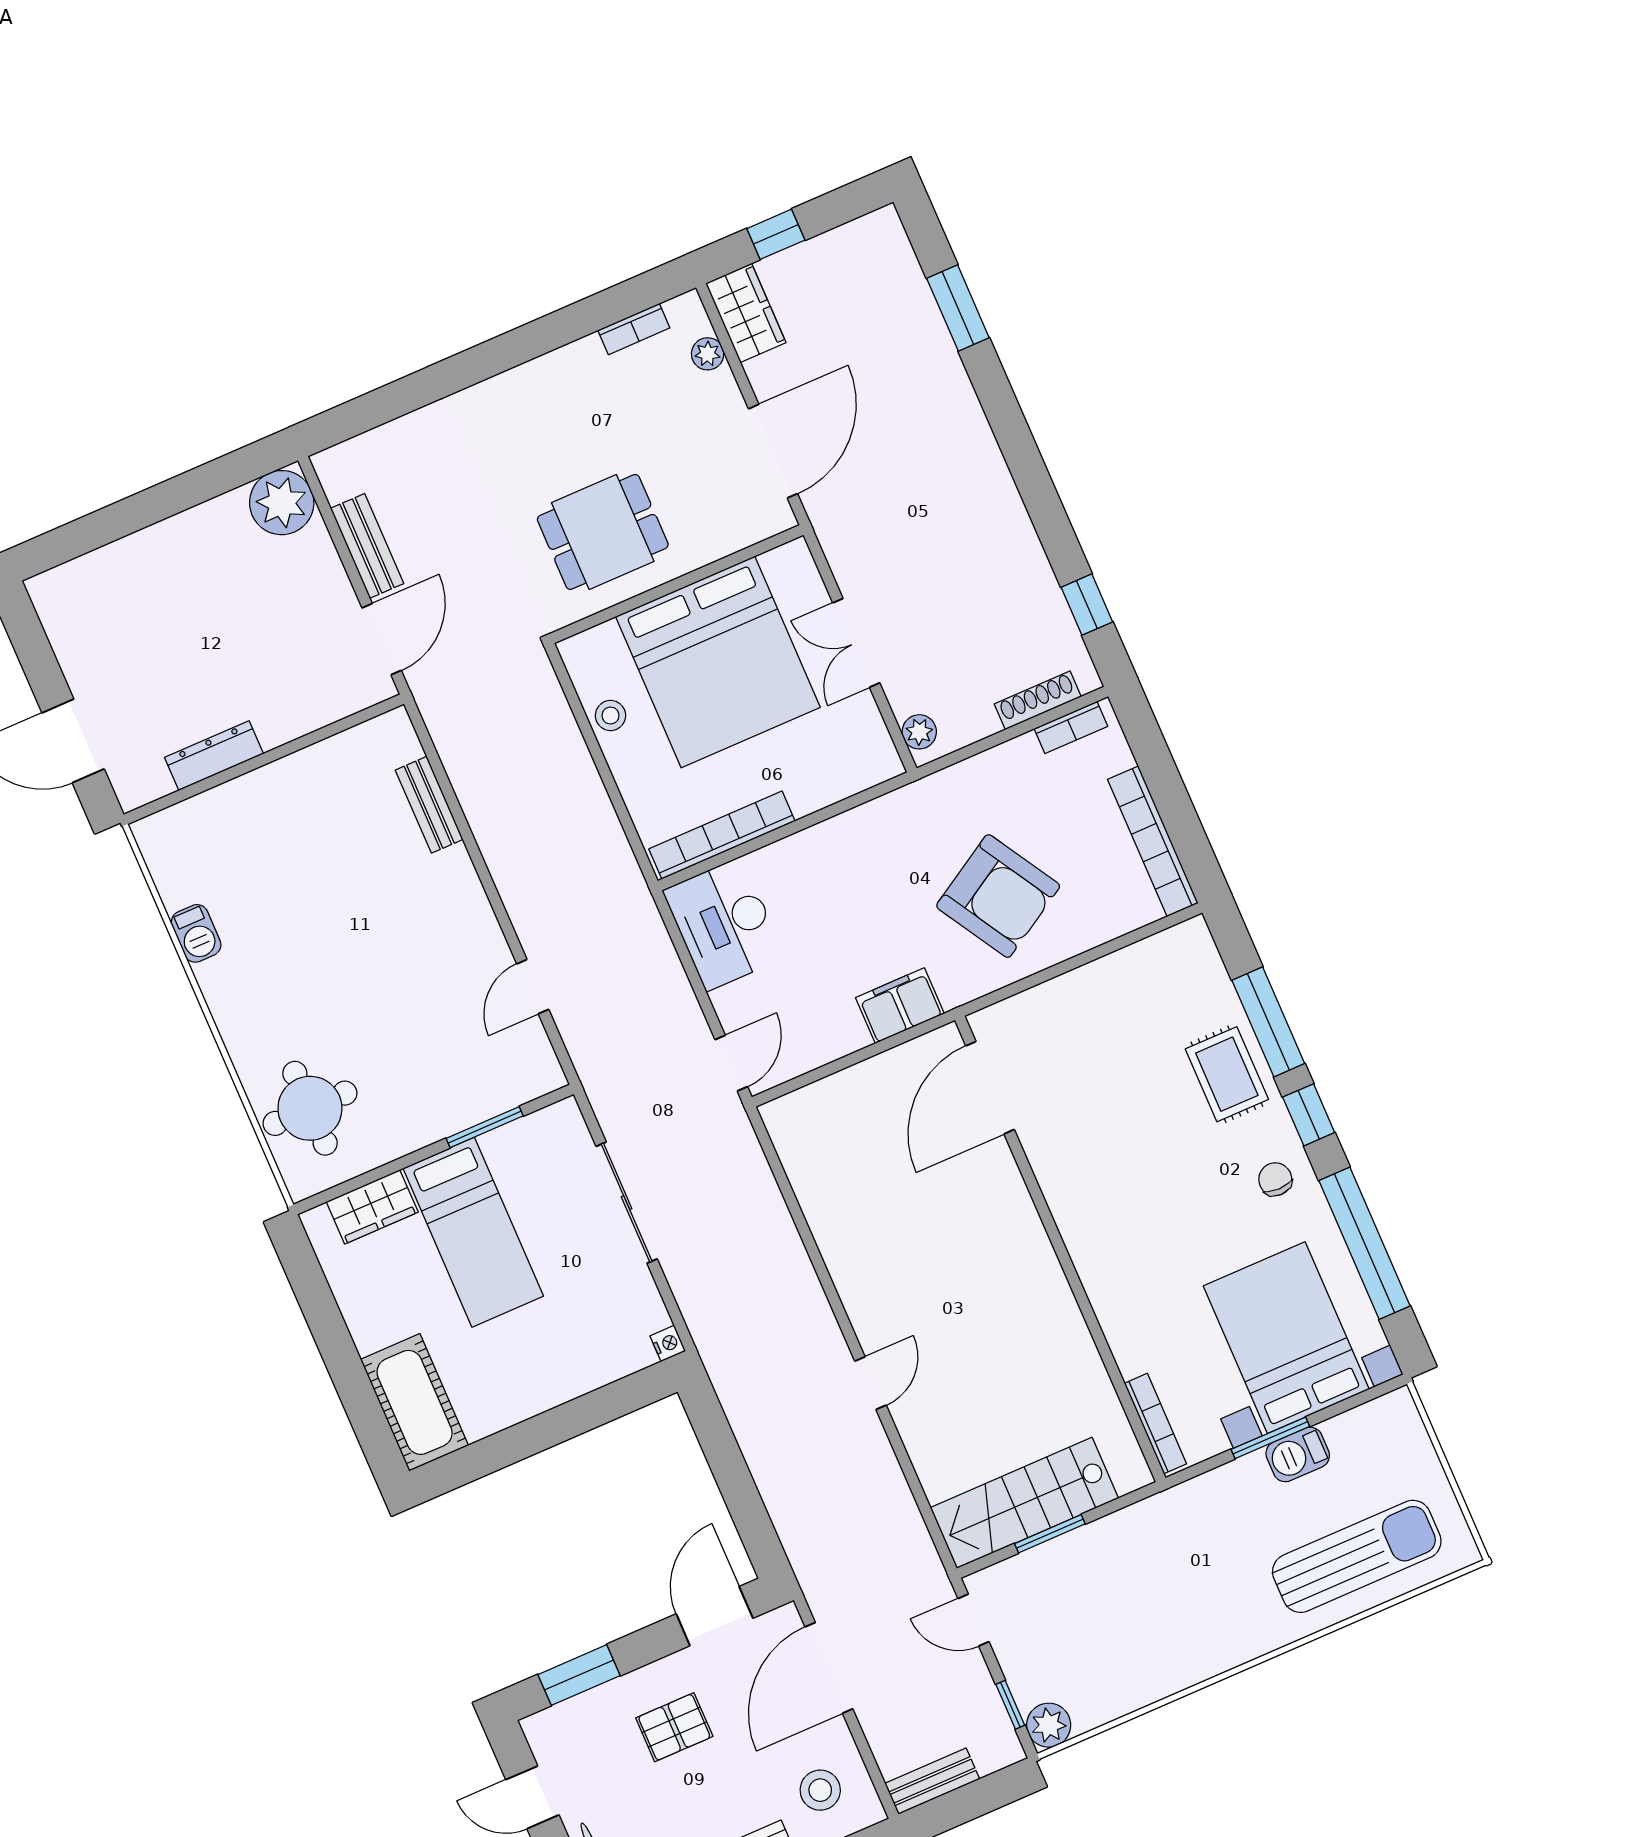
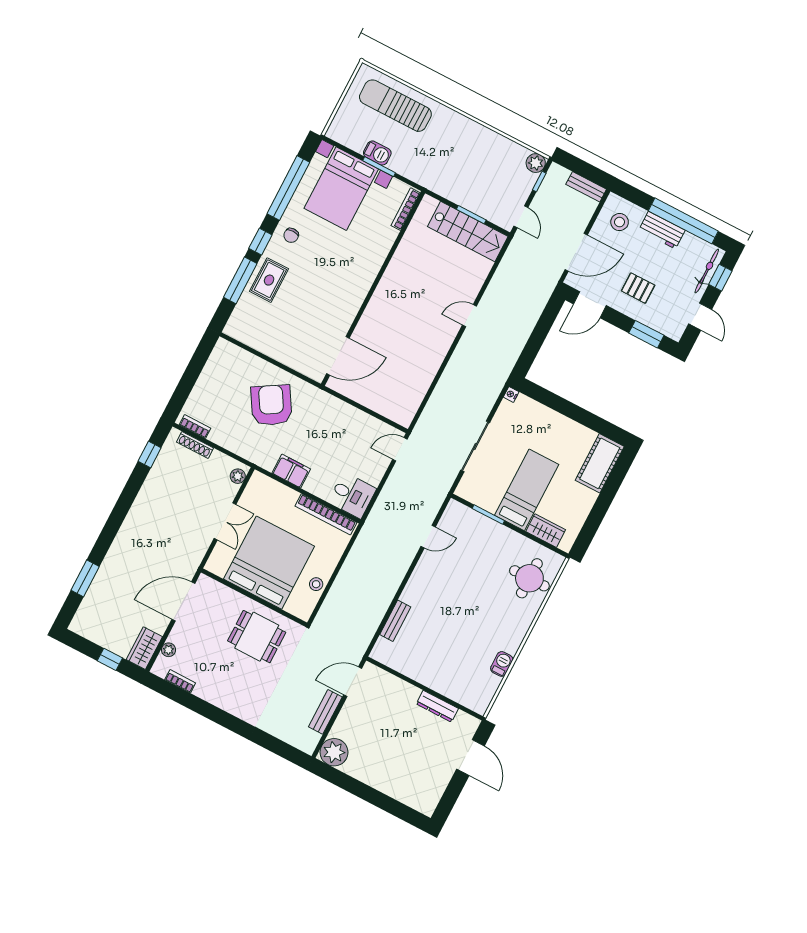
bookcase: (1153, 841) -> (211, 368), removed
desk: (724, 924) -> (352, 495), width x0.73
filing cabinet: (900, 1006) -> (291, 471), moved, turned 180

